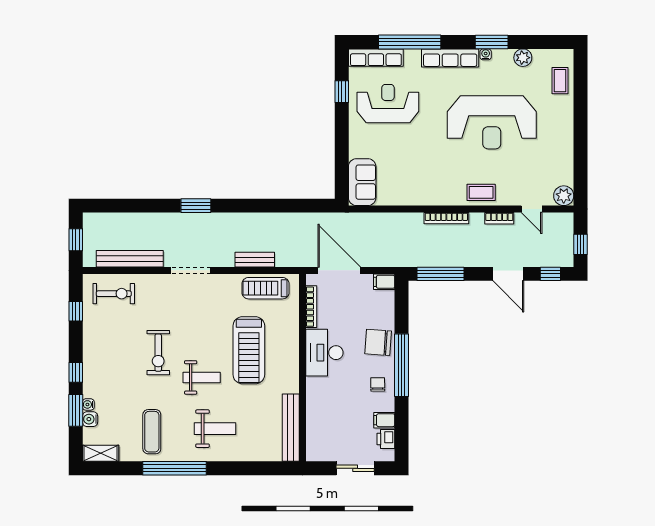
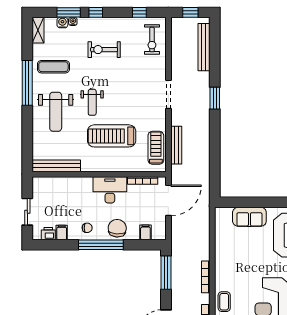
sofa: (362, 182) -> (249, 217), moved
bench: (130, 259) -> (204, 47), moved
bench: (255, 260) -> (176, 145), width x1.36
filing cabinet: (384, 282) -> (145, 232), moved
exercise bike: (158, 353) -> (104, 50), moved
weight bench: (215, 429) -> (56, 112), width x1.36, depth x1.33

